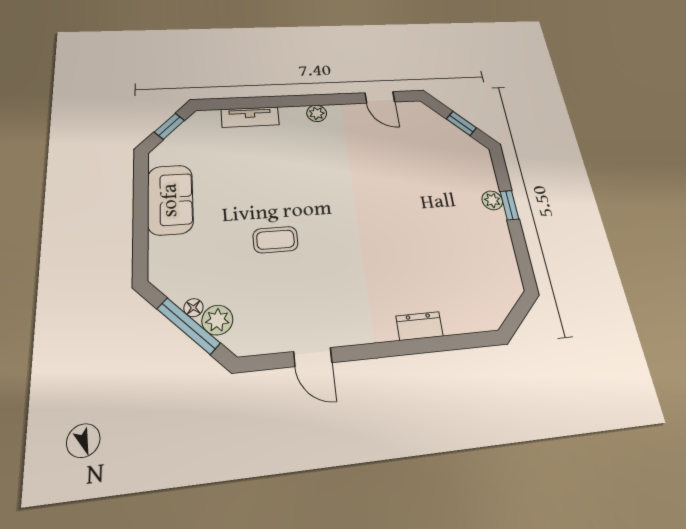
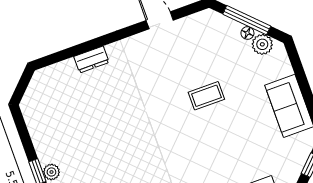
plant: (217, 320) -> (262, 44), moved

